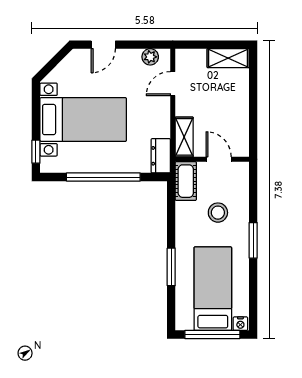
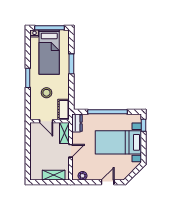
shelving: (228, 58) -> (54, 175), moved
door: (173, 84) -> (71, 151), moved

